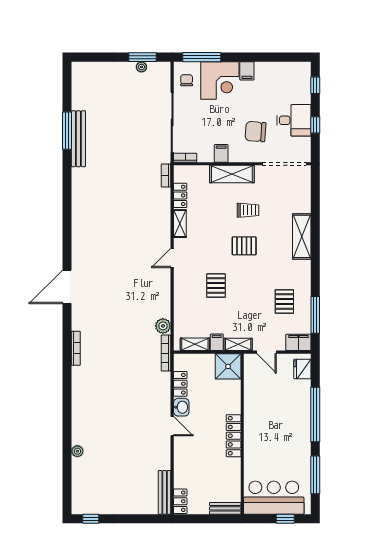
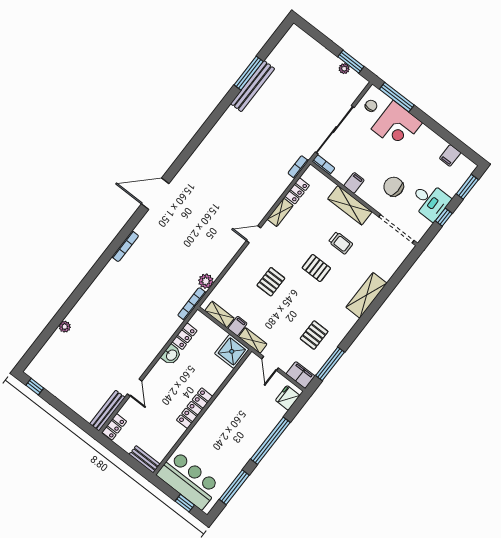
filing cabinet: (247, 71) -> (450, 155), moved
window: (315, 85) -> (467, 187), width x1.50
door: (172, 426) -> (135, 388), moved

